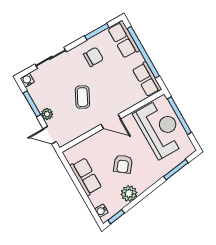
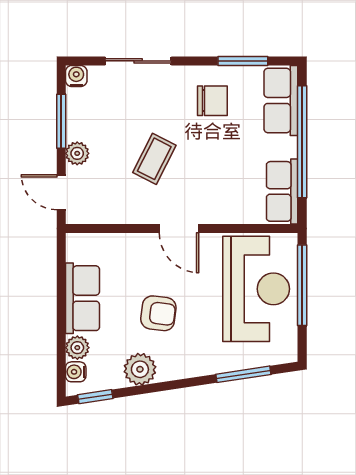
armchair: (123, 164) -> (158, 313), turned -121
plant: (96, 200) -> (77, 348), added

